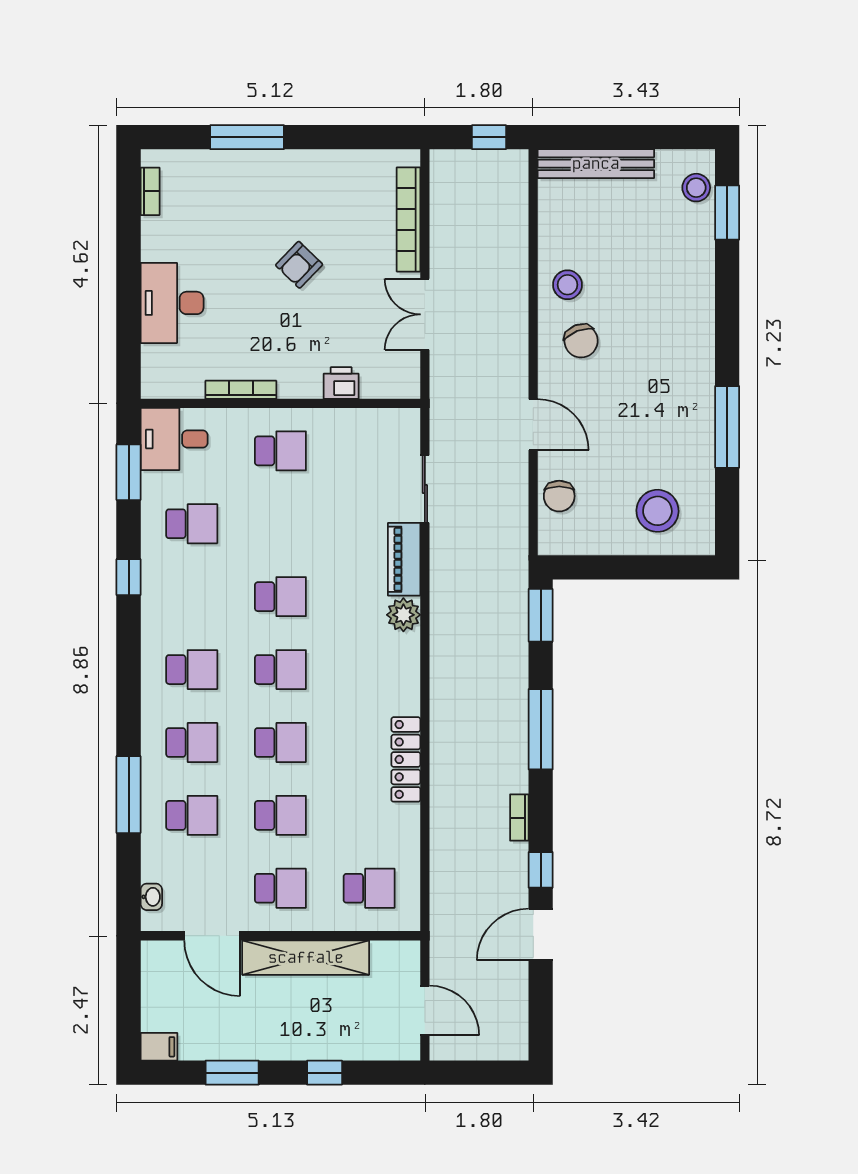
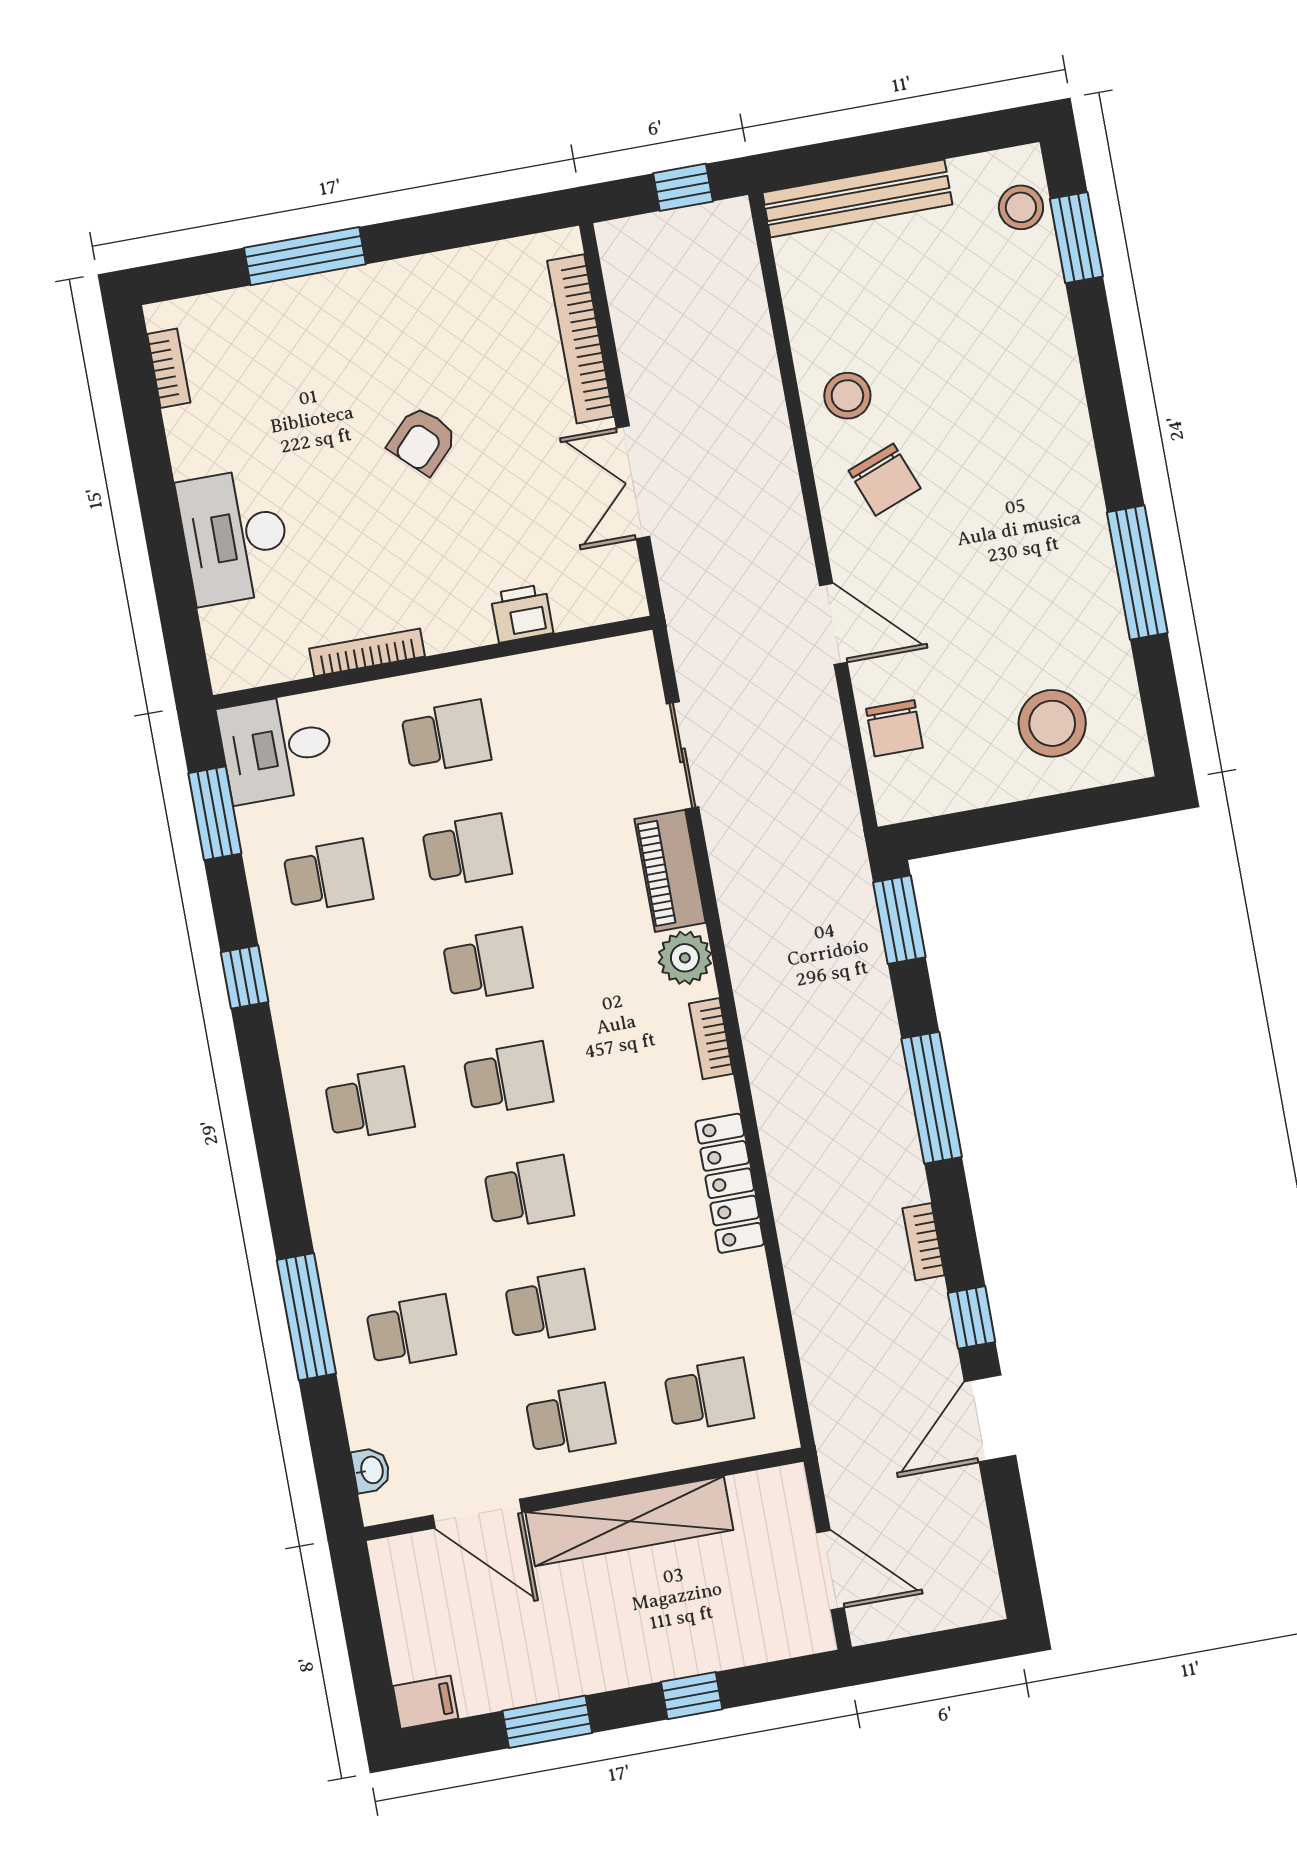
bookcase: (411, 668) -> (711, 1039), added
school desk: (192, 742) -> (467, 851), moved

